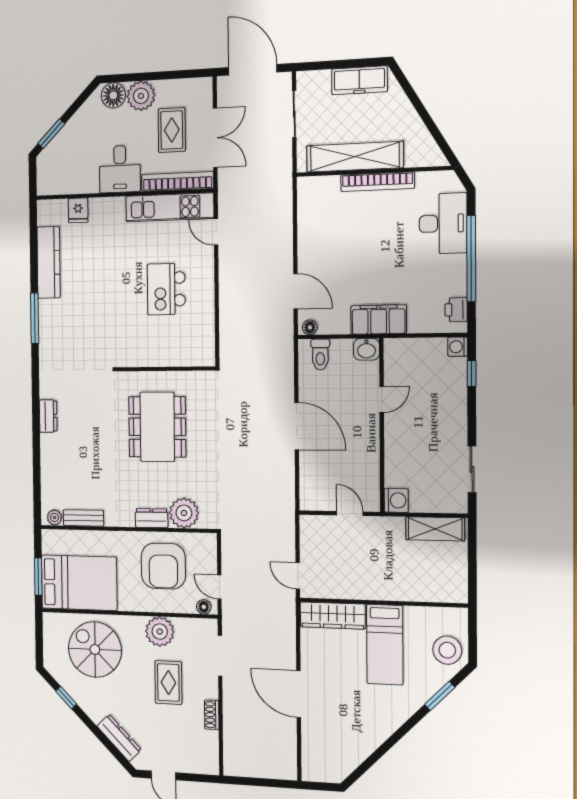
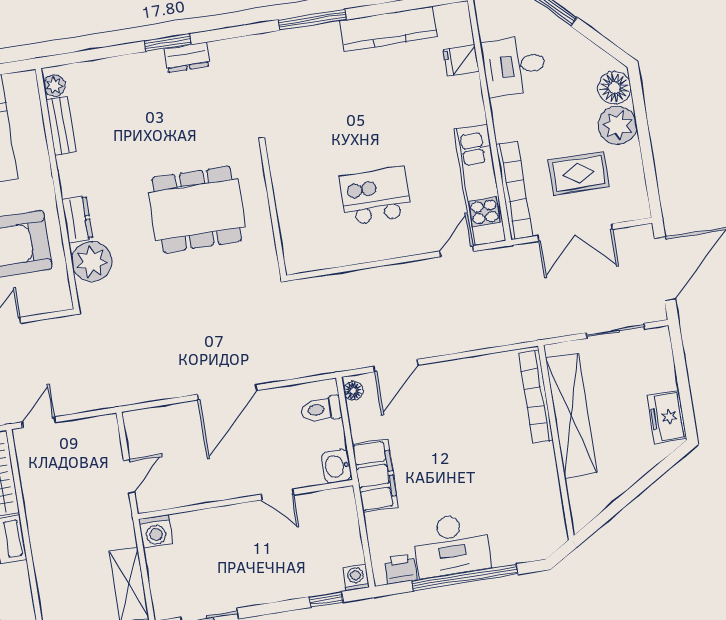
freezer: (359, 80) -> (667, 417), width x0.71
desk: (120, 169) -> (514, 66), moved
bookcase: (377, 182) -> (536, 397), moved
desk: (443, 223) -> (451, 545), moved
window: (36, 428) -> (168, 43), added

